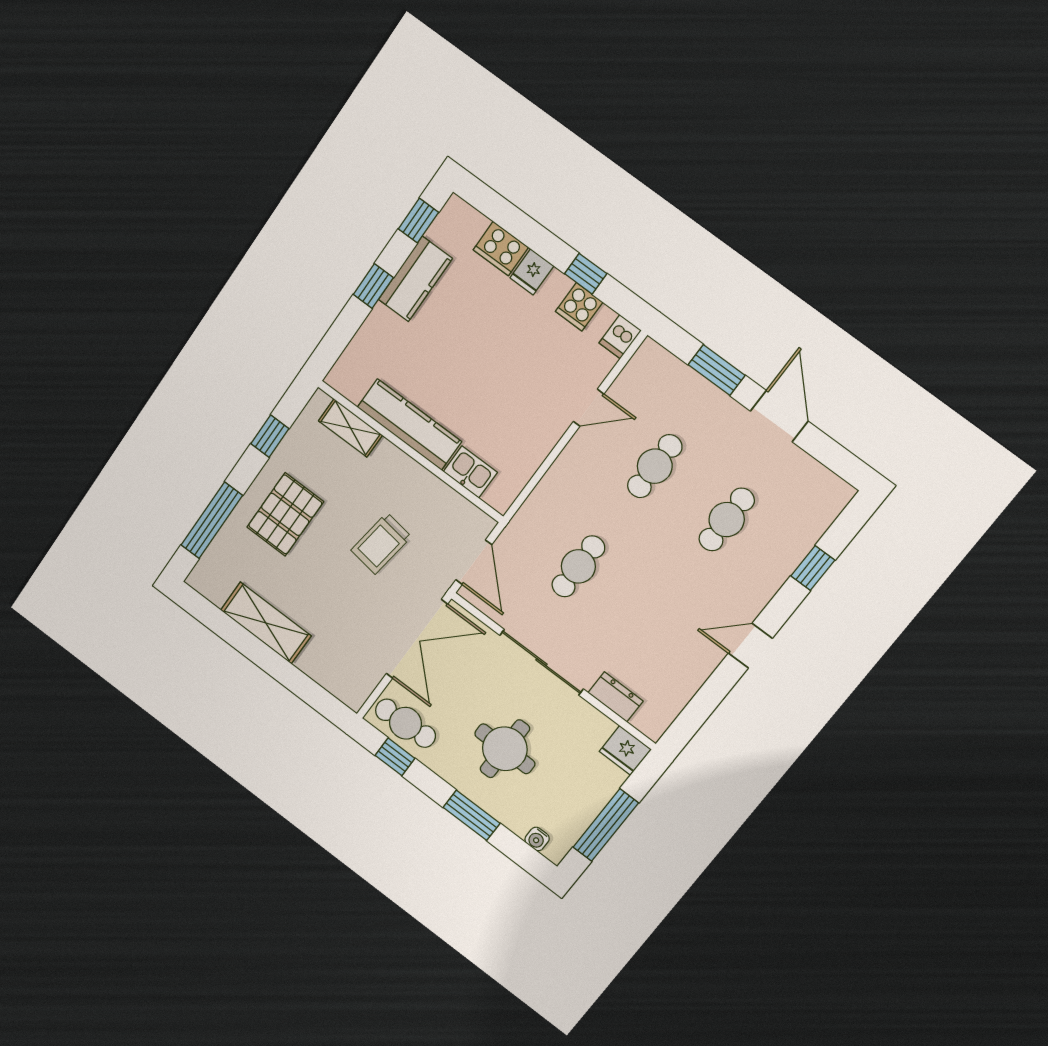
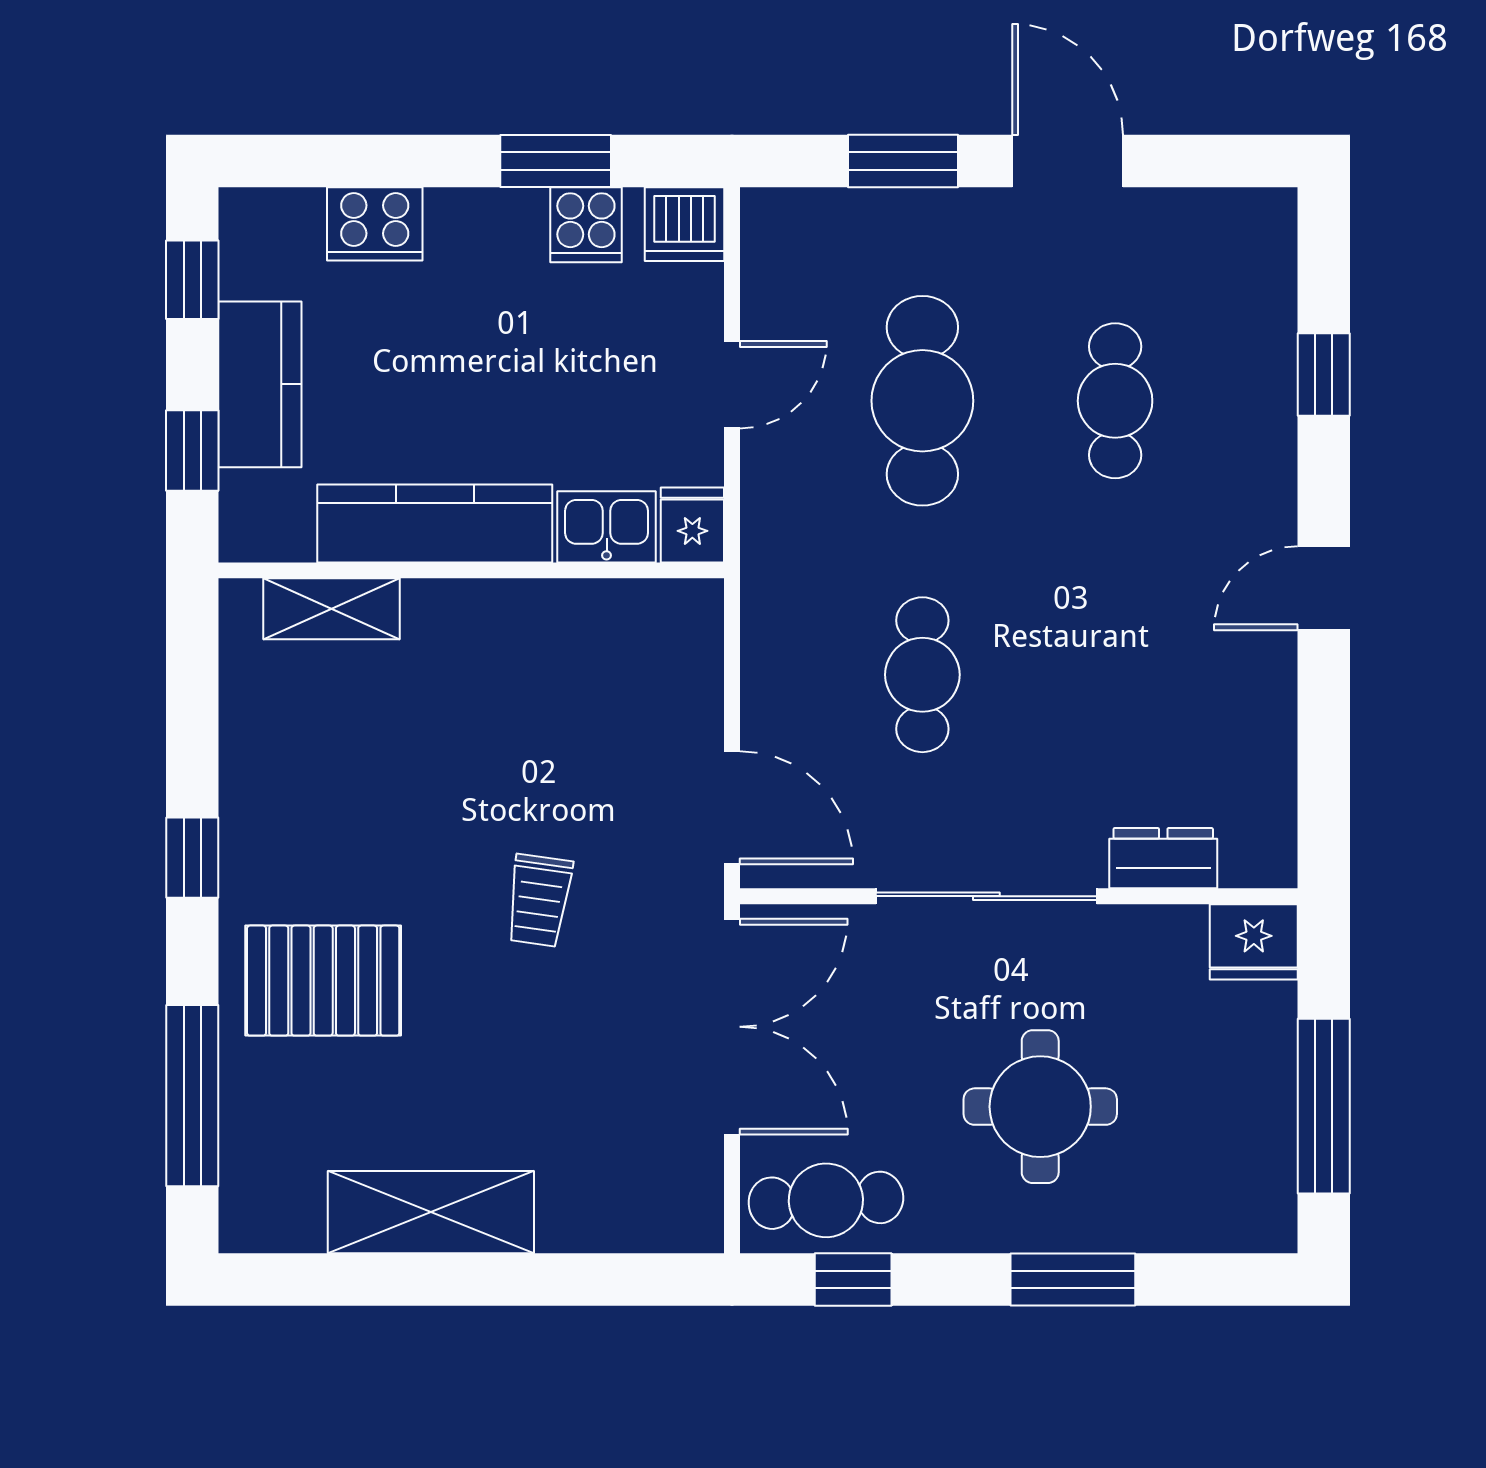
fridge: (532, 272) -> (692, 525), moved, turned 180
window: (586, 274) -> (556, 161), width x1.50
dishwasher: (620, 337) -> (685, 224), width x1.38
kitchen counter: (409, 424) -> (435, 523), moved
shelving: (350, 428) -> (332, 609), moved
wall: (410, 451) -> (471, 570), moved
cafe table: (655, 466) -> (922, 401), width x1.37, depth x1.35
kitchen sink: (470, 472) -> (607, 527), moved
pallet: (285, 514) -> (323, 981), turned 90
trolley: (381, 543) -> (539, 900), width x0.73, depth x0.72
water cooler: (537, 839) -> (1223, 1230), removed

